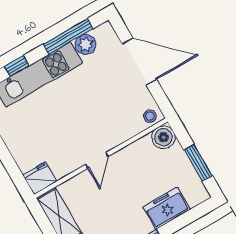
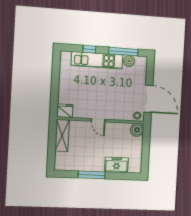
door: (139, 62) -> (148, 99), moved
door: (97, 160) -> (98, 120), hinge flipped
window: (198, 163) -> (145, 153), removed

